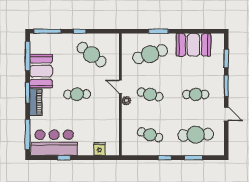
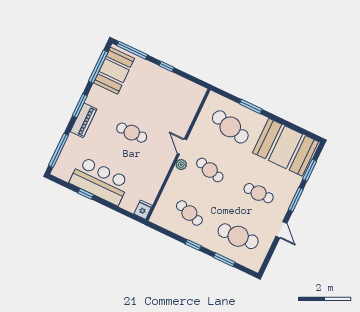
booth: (193, 45) -> (286, 147), width x1.36, depth x1.42
cafe table: (150, 54) -> (230, 127), turned 33
cafe table: (92, 55) -> (167, 98), removed
booth: (41, 71) -> (114, 71), moved
bar counter: (54, 143) -> (100, 181), moved
fridge: (100, 149) -> (143, 210), moved

